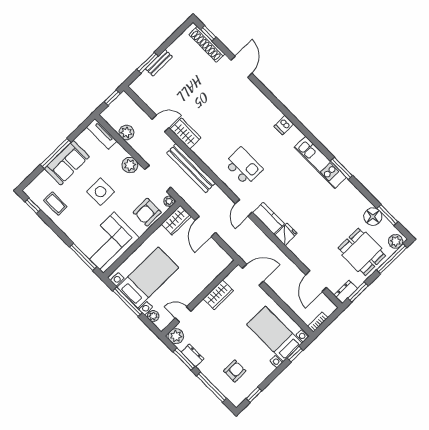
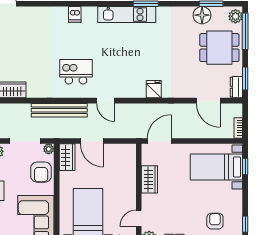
bench: (191, 168) -> (59, 110), moved
kitchen counter: (268, 218) -> (130, 90), removed

